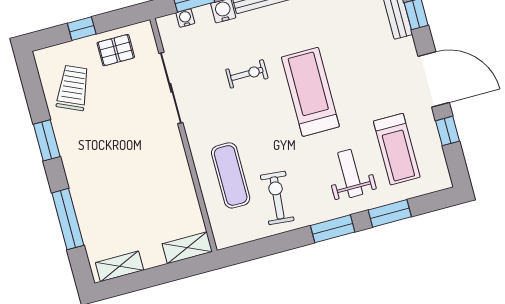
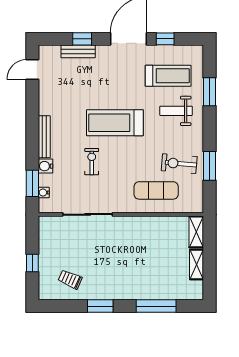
pallet: (116, 50) -> (53, 244), removed
trolley: (73, 88) -> (70, 279), width x0.73, depth x0.72
window: (333, 229) -> (210, 166), moved
shelving: (120, 266) -> (197, 265), moved

